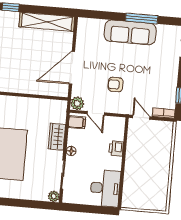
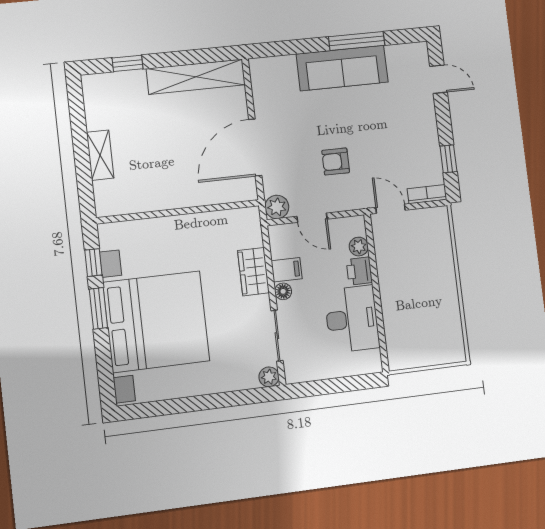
filing cabinet: (77, 122) -> (287, 270), moved
plant: (119, 135) -> (359, 247), added
desk: (105, 188) -> (352, 319), moved

